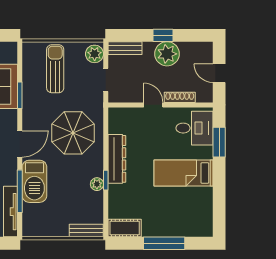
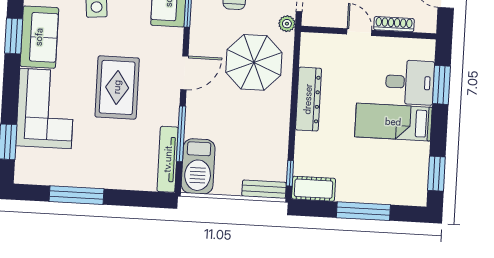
desk: (194, 128) -> (410, 82), moved
window: (106, 180) -> (290, 173), moved
barbecue: (34, 181) -> (198, 166), moved
plant: (97, 184) -> (287, 24), moved
window: (219, 211) -> (436, 174), added

